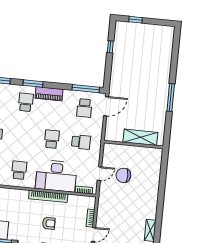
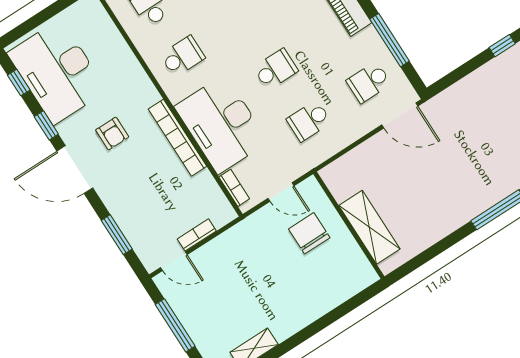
window: (86, 89) -> (390, 40), moved
shelving: (140, 137) -> (369, 227), moved
school desk: (81, 142) -> (309, 121), turned 90
wall: (133, 144) -> (349, 225), moved
armchair: (49, 223) -> (112, 134), moved

